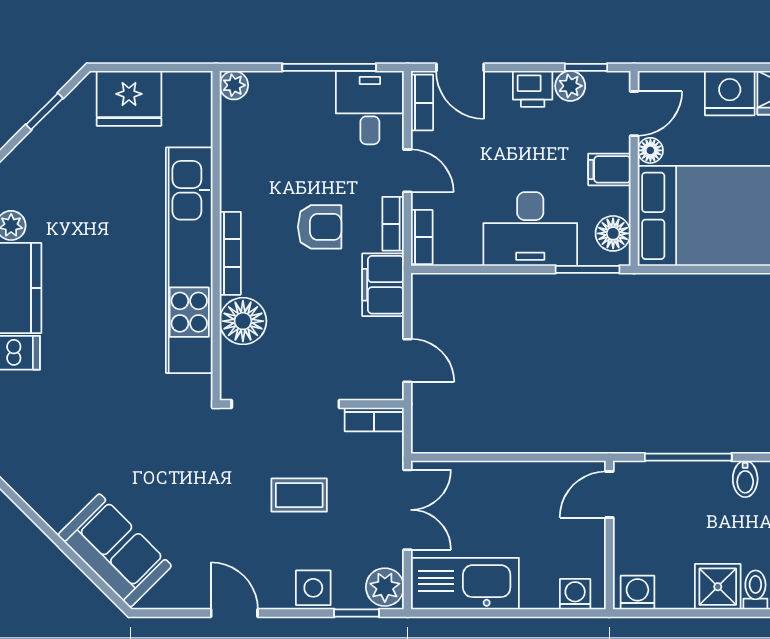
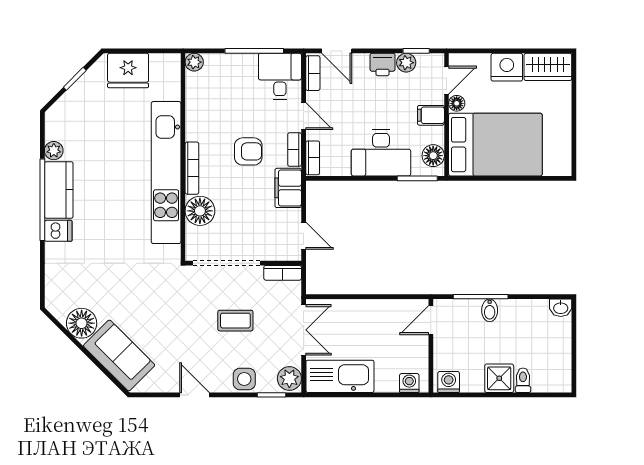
bidet: (745, 479) -> (490, 310), moved
floor lamp: (55, 499) -> (82, 323), added

